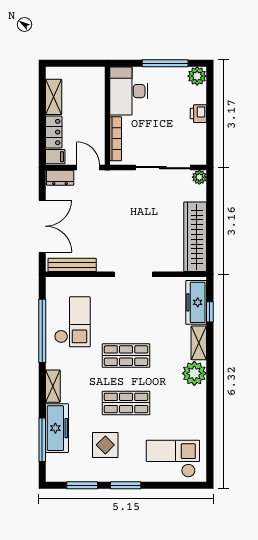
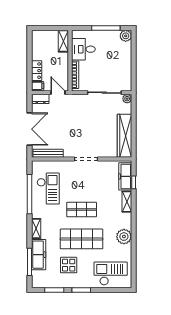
desk: (129, 91) -> (83, 49), width x0.73
shelving: (54, 97) -> (63, 41), moved
printer: (198, 114) -> (126, 59), removed
plant: (194, 373) -> (124, 237), moved
shop shelf: (126, 403) -> (82, 239), width x1.43, depth x1.36

